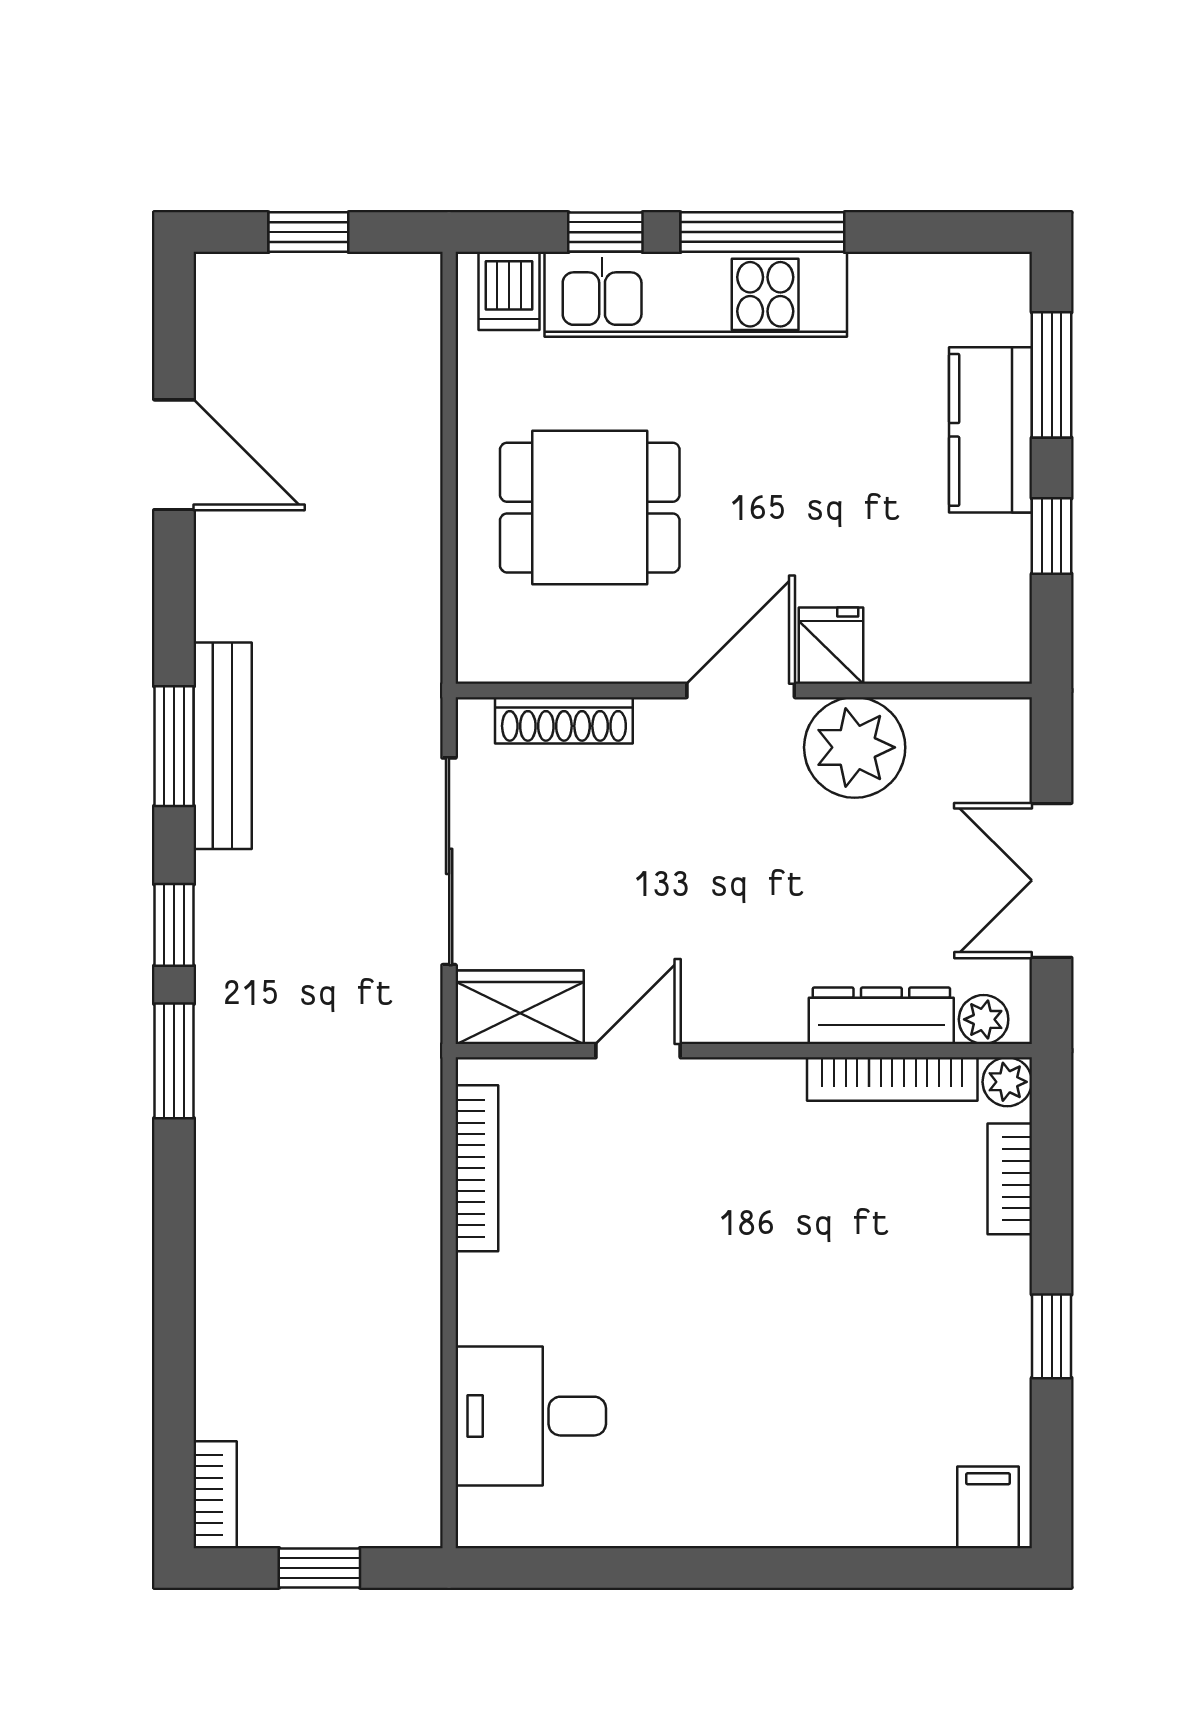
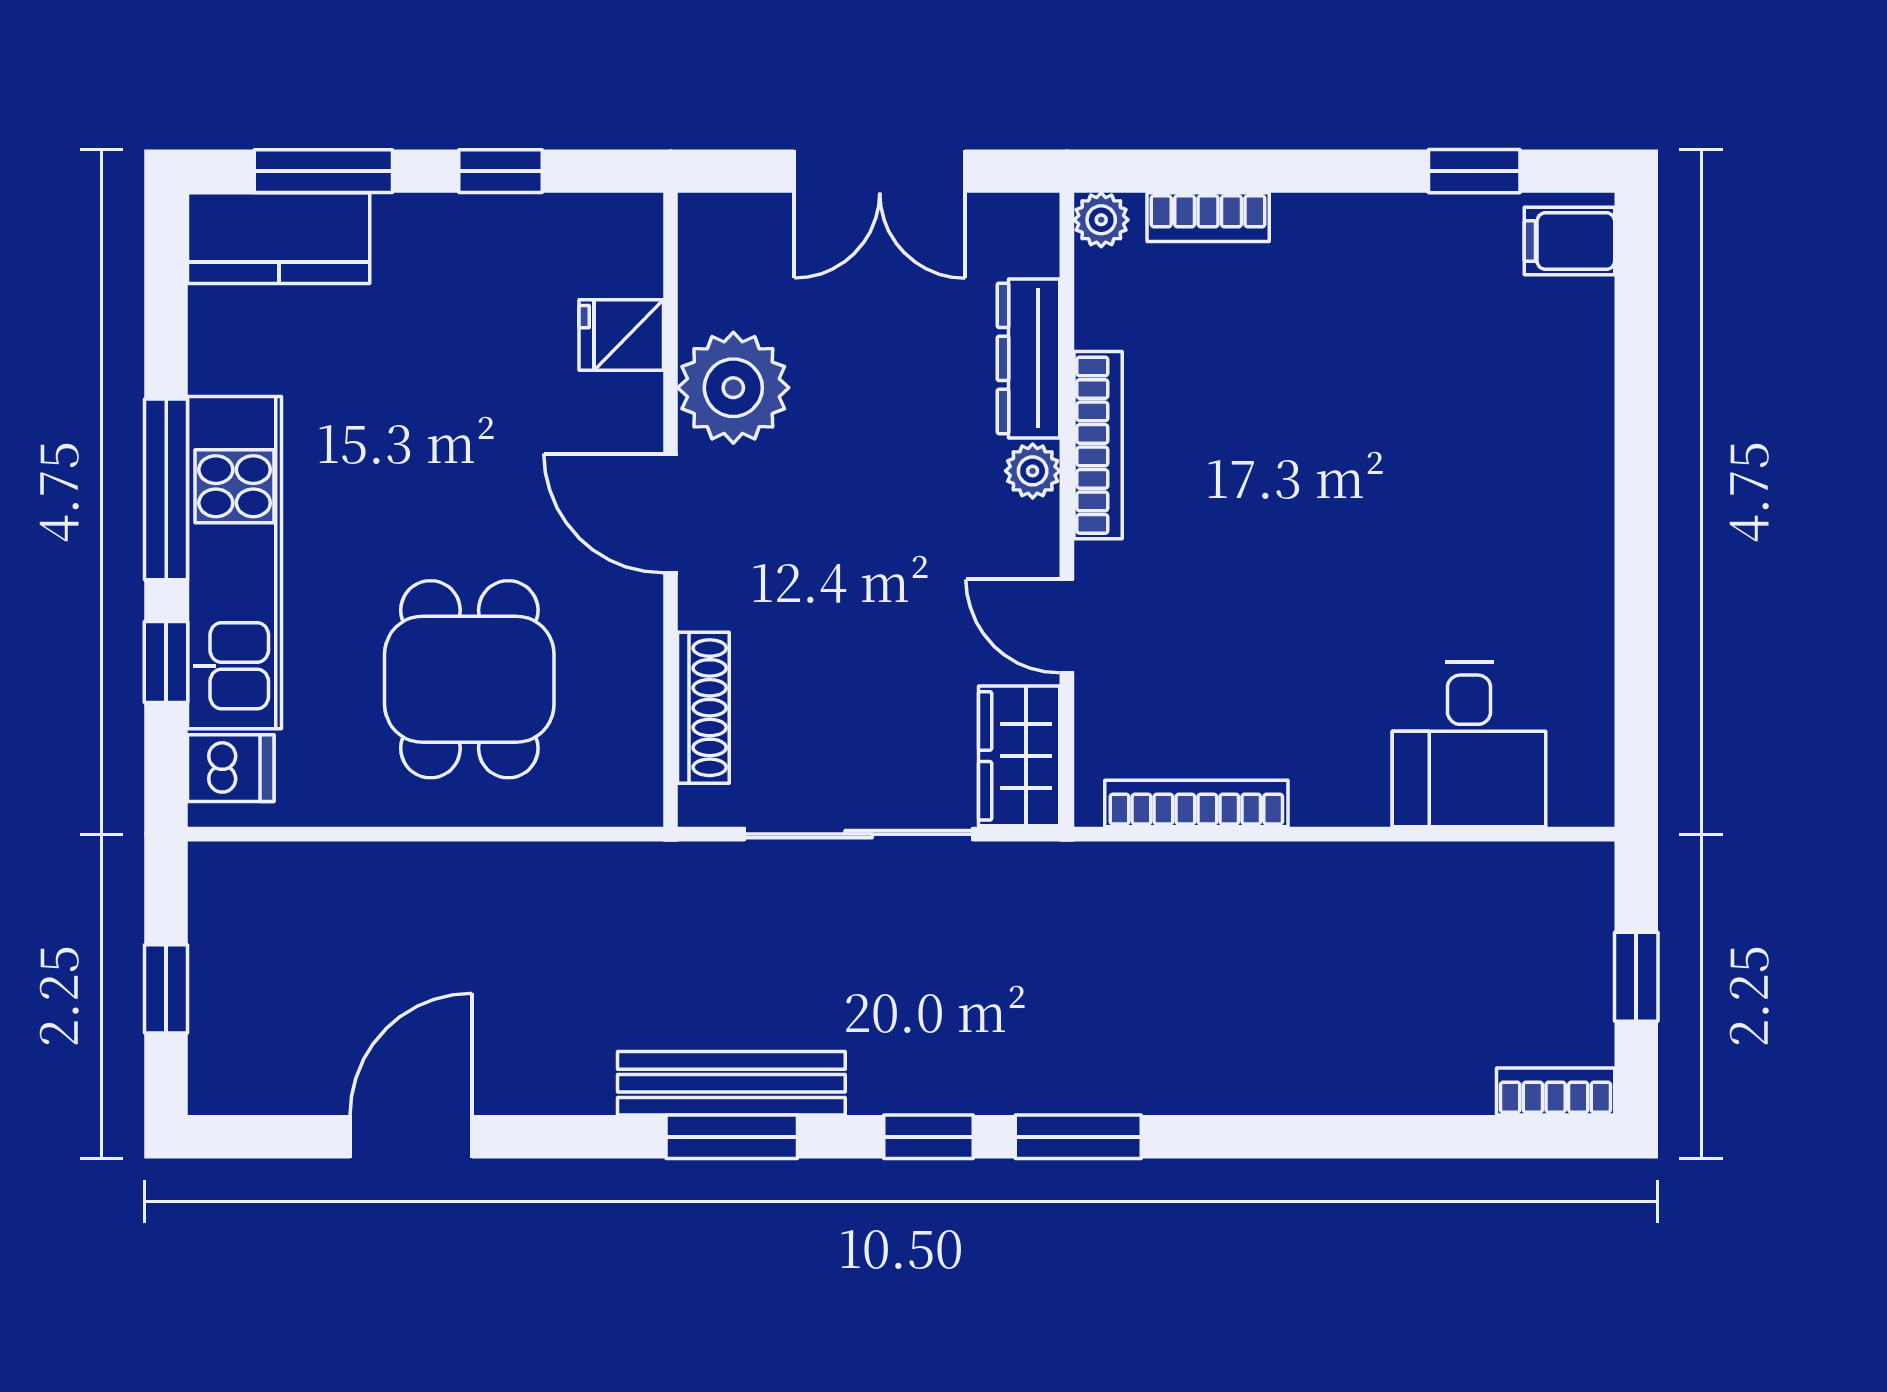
kitchen counter: (991, 430) -> (279, 238), moved
fridge: (831, 646) -> (621, 335), moved
plant: (984, 1019) -> (1033, 471), moved
bookcase: (892, 1079) -> (1098, 445), moved
window: (1052, 1336) -> (1474, 171), moved

